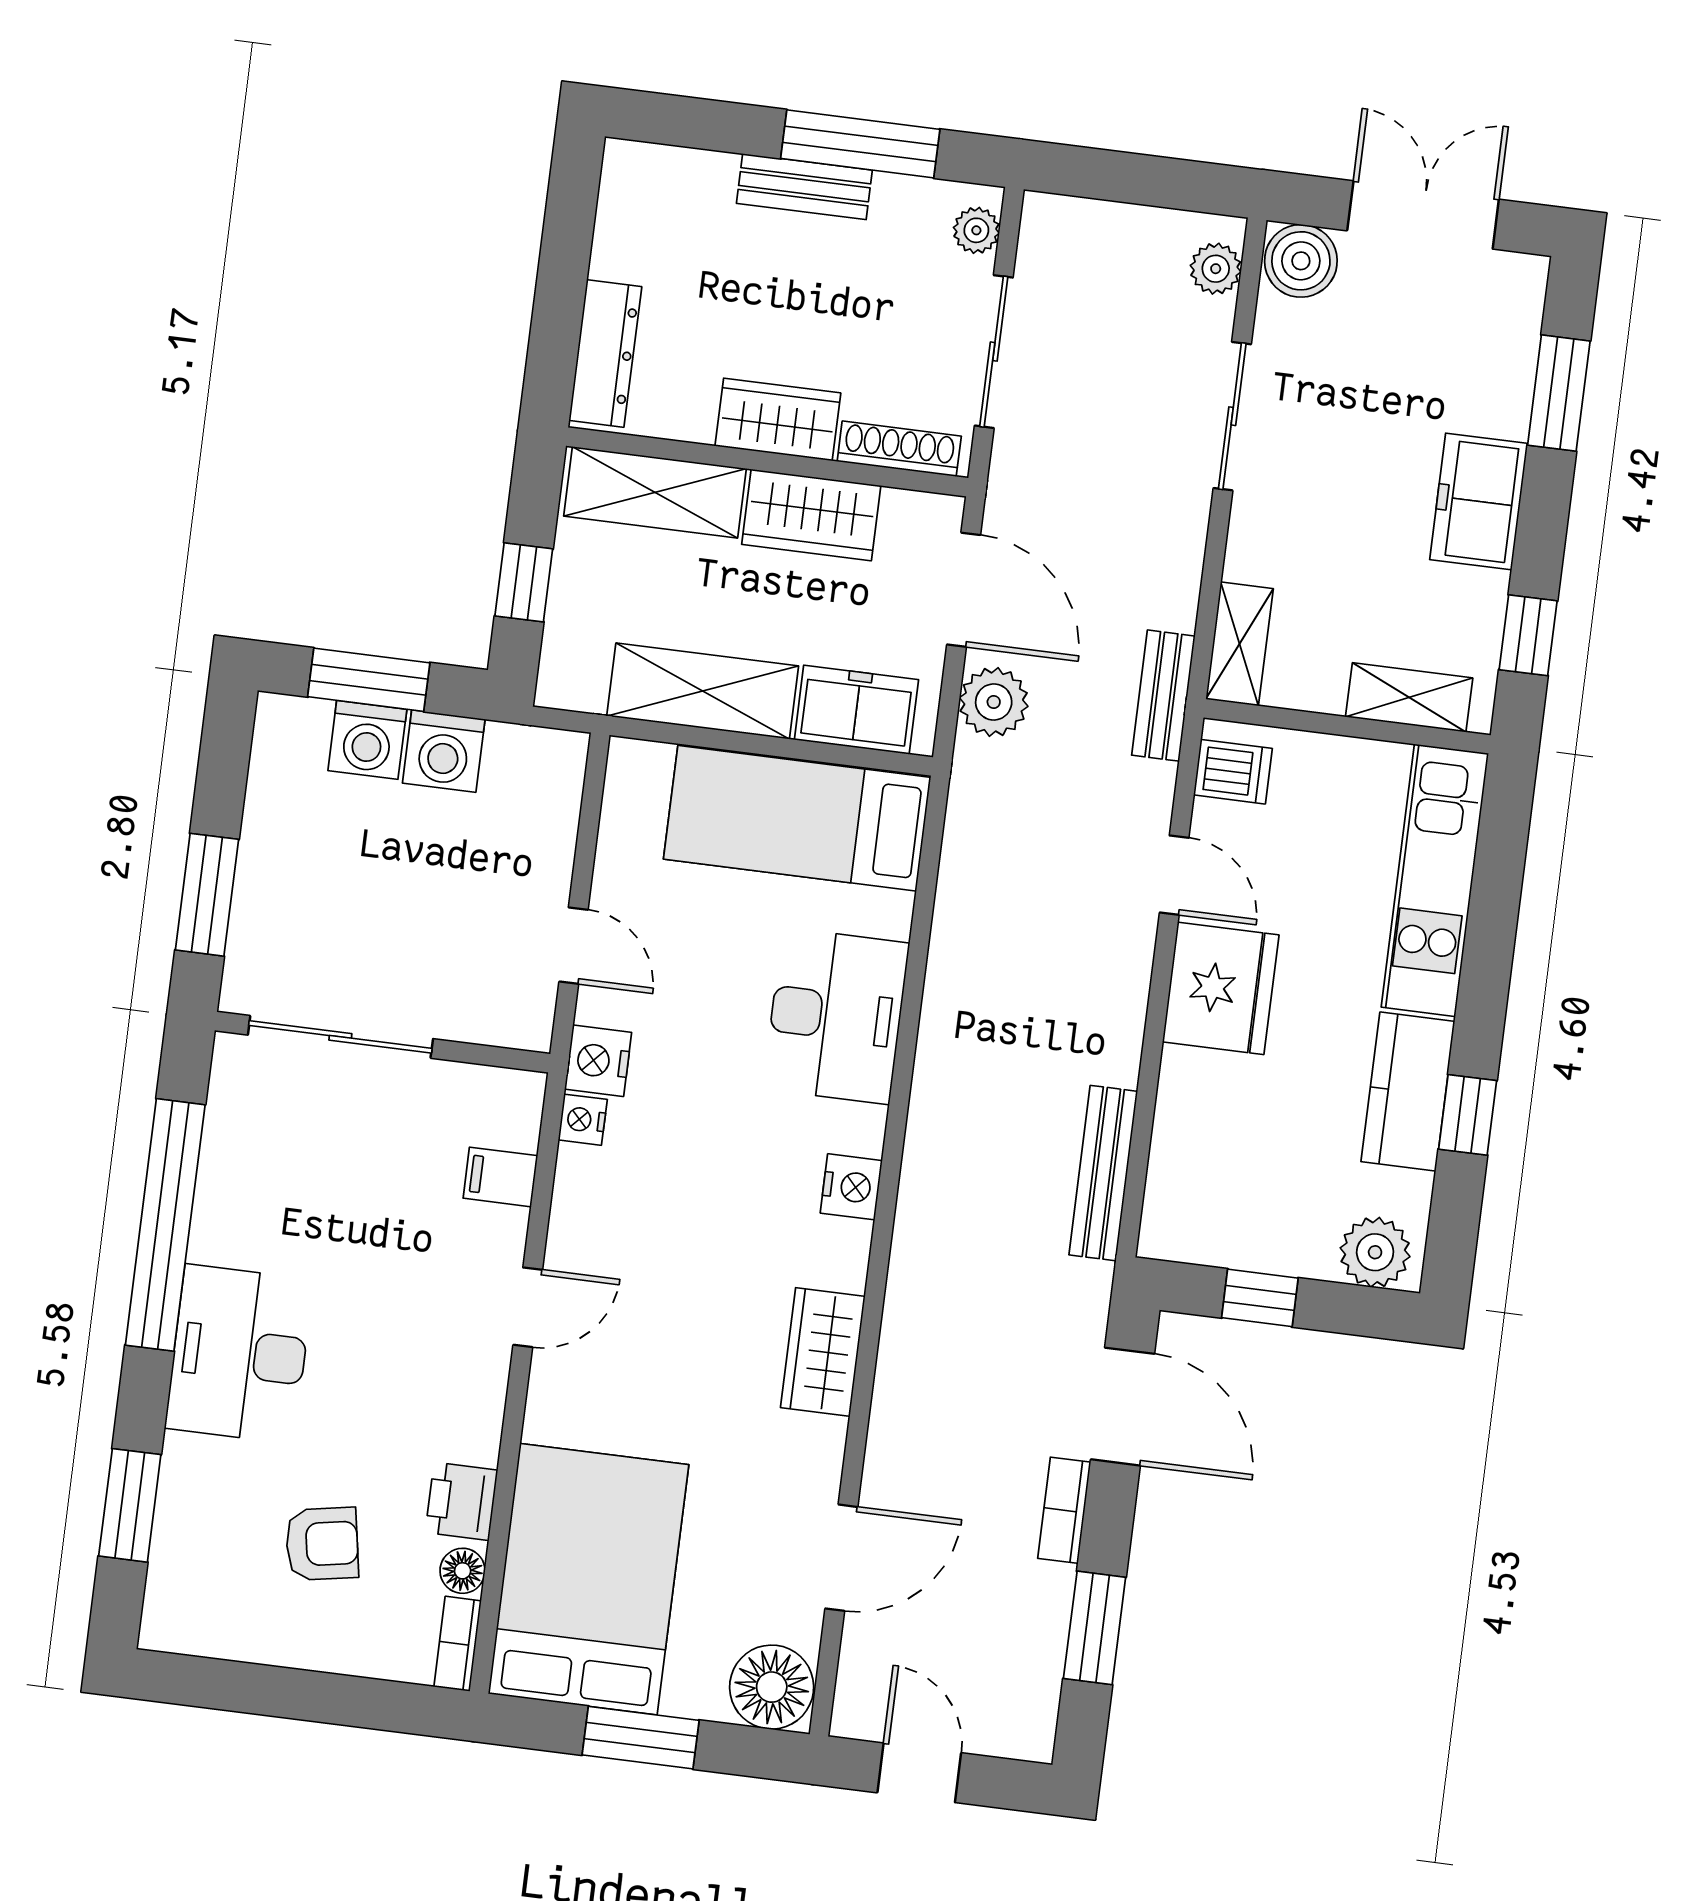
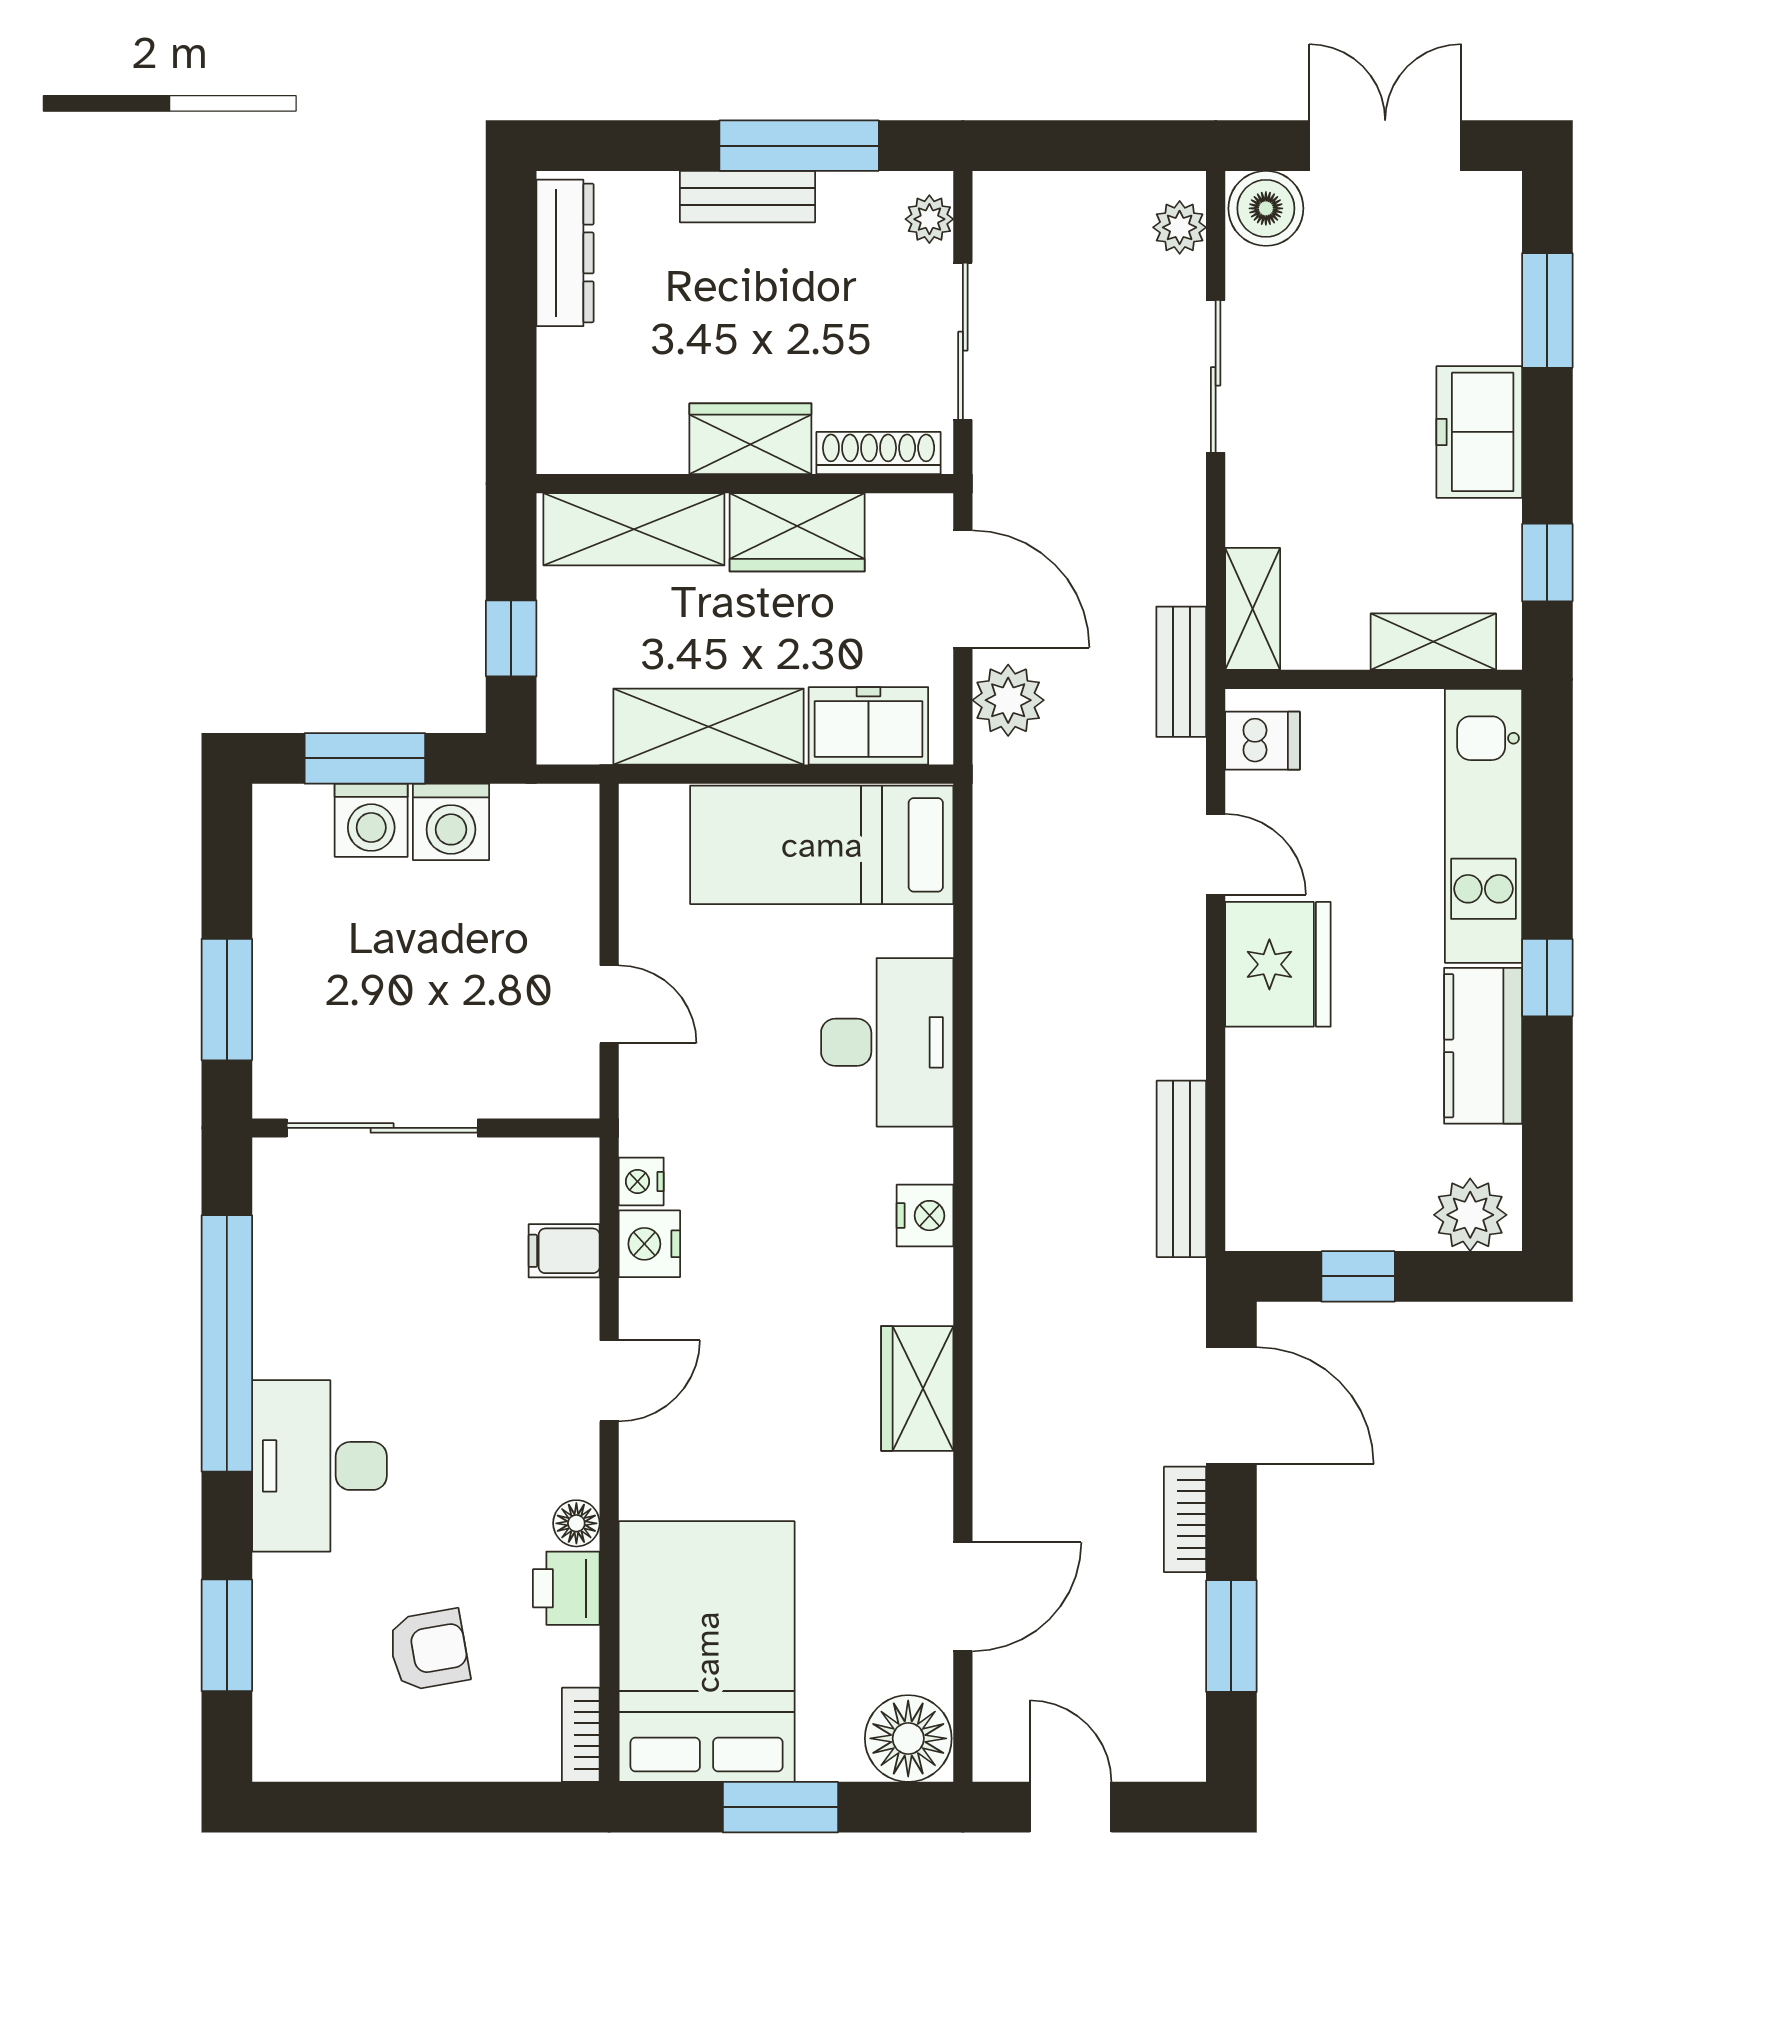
dresser: (605, 354) -> (565, 253), moved
nightstand: (598, 1061) -> (649, 1244), moved
window: (1468, 1115) -> (1547, 978), moved
floor lamp: (463, 1571) -> (576, 1523), moved

